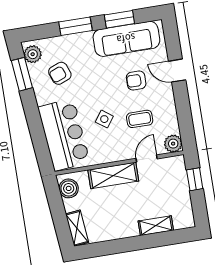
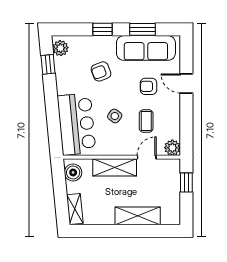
window: (75, 26) -> (102, 29), width x0.67
armchair: (60, 73) -> (101, 71), moved
window: (22, 74) -> (48, 64), width x0.67
coffee table: (140, 119) -> (146, 121), turned 90
shelving: (156, 226) -> (138, 216), width x1.50, depth x1.33

